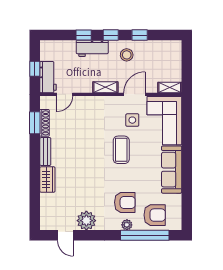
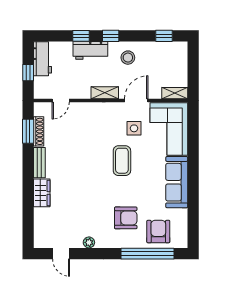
window: (140, 35) -> (164, 36), moved
workbench: (48, 77) -> (42, 59), moved
armchair: (155, 215) -> (158, 232), turned -90
plant: (86, 221) -> (89, 242), width x0.53, depth x0.53
plant: (127, 225) -> (128, 242), removed

